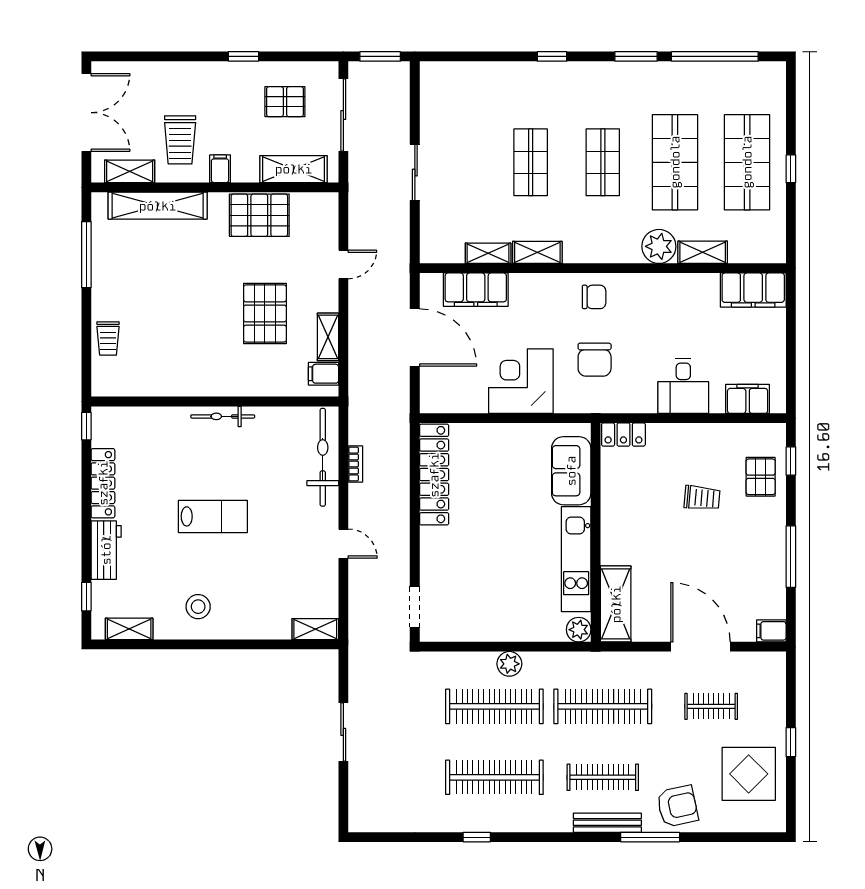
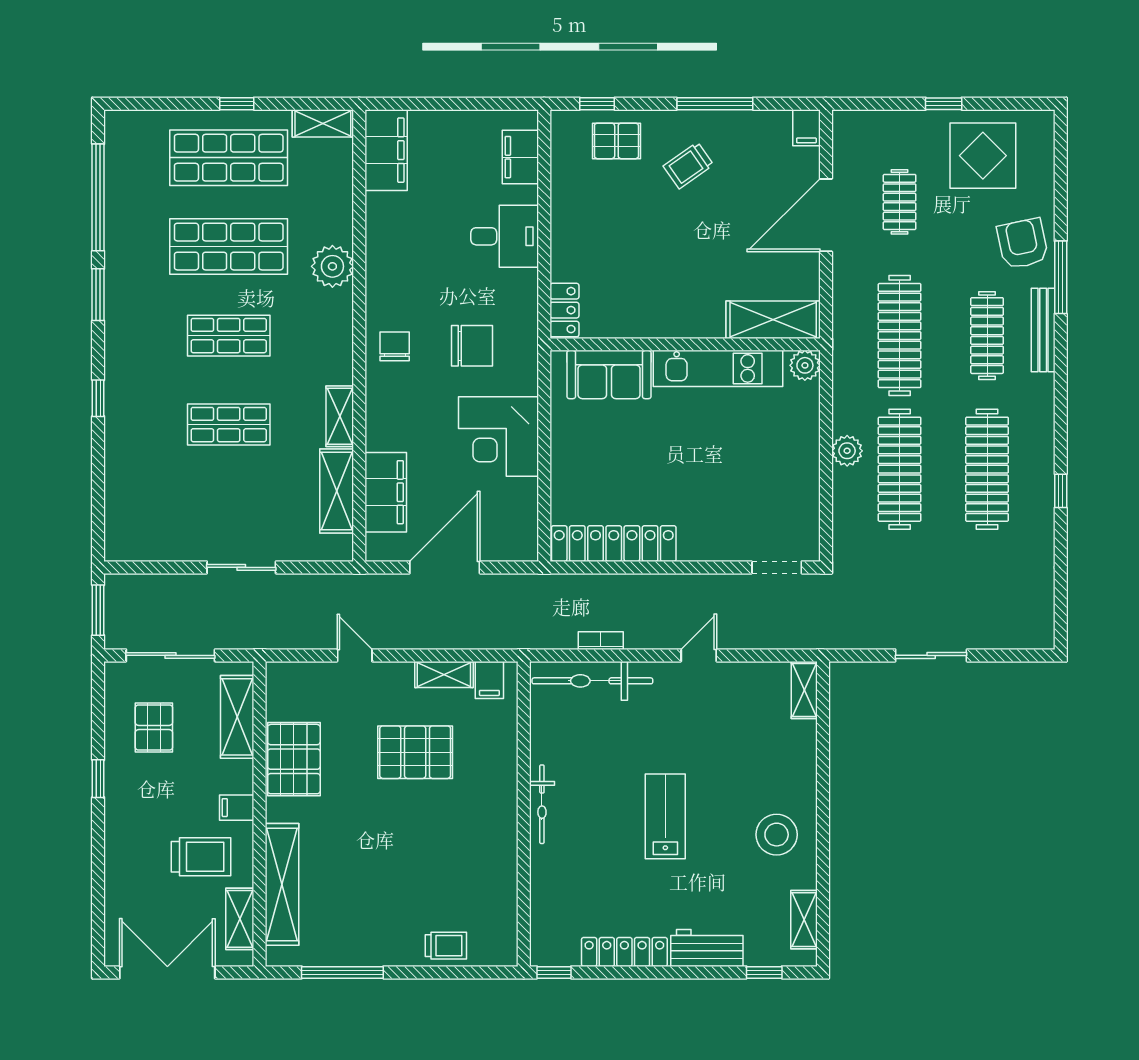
shelving: (703, 252) -> (323, 123), moved, turned 90
shelving: (488, 253) -> (337, 491), width x1.50, depth x1.33
trolley: (702, 498) -> (688, 165), moved, turned -130
stool: (198, 607) -> (777, 835), width x1.38, depth x1.38

